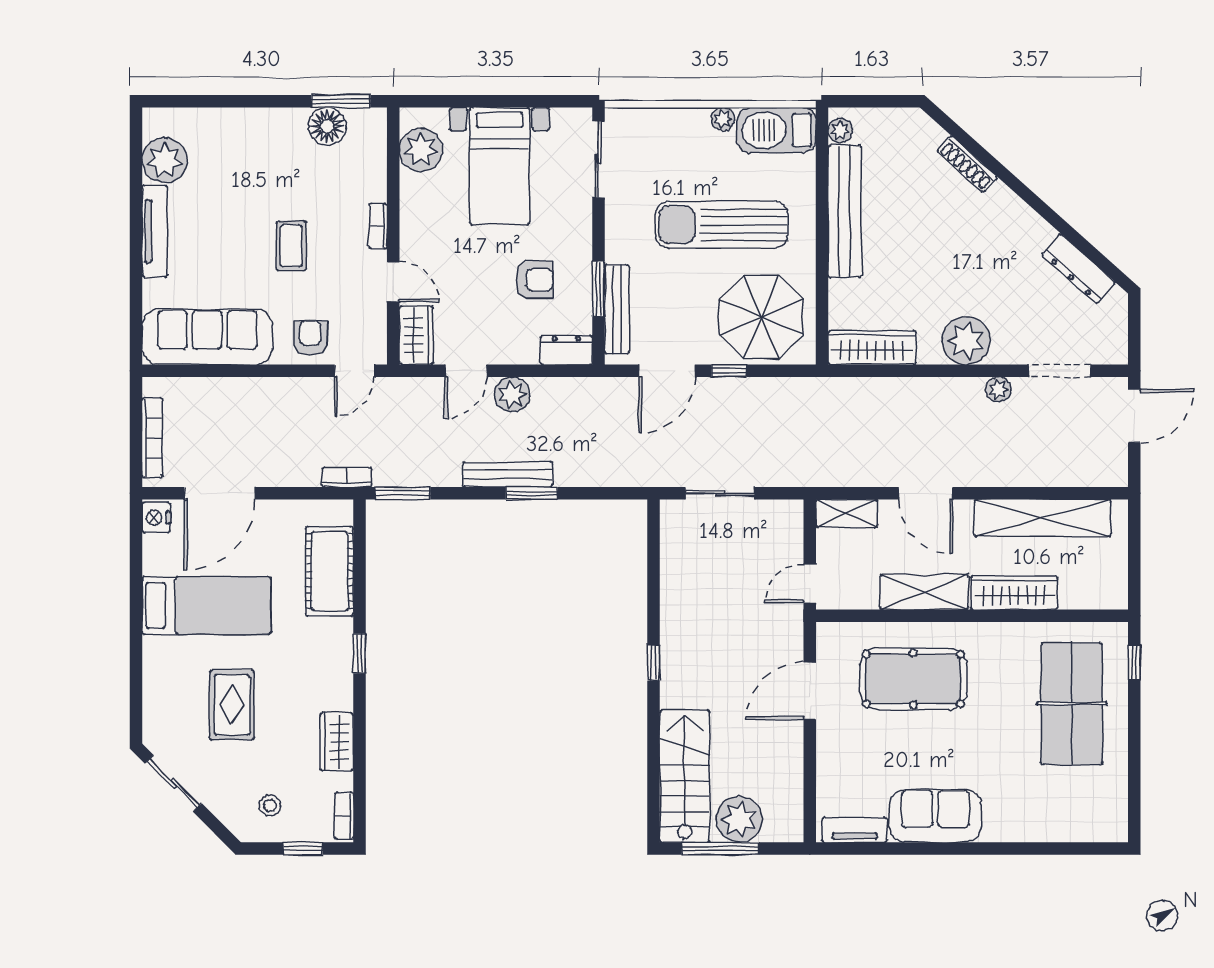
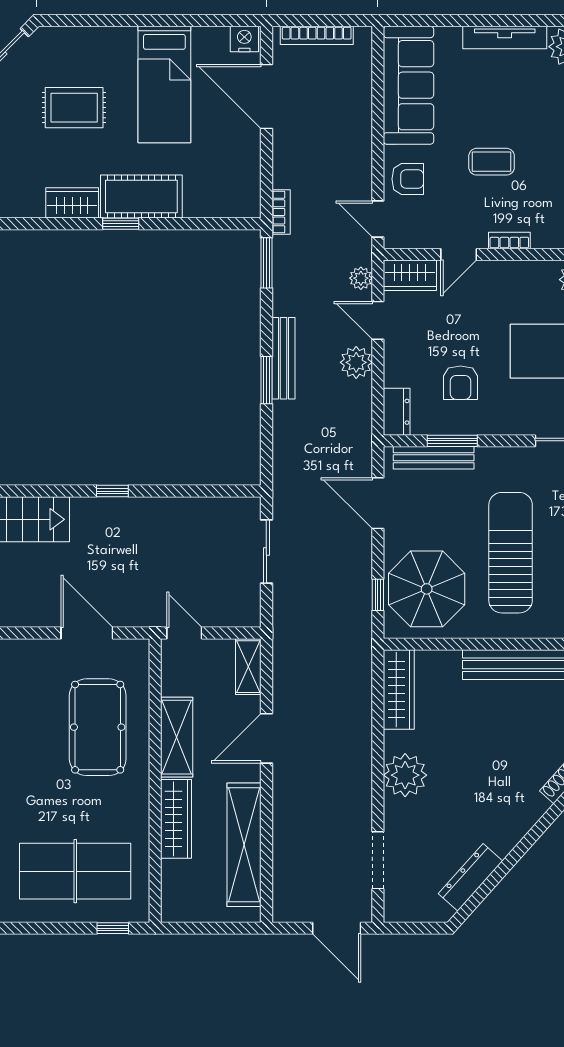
window: (729, 371) -> (378, 595), moved
plant: (998, 389) -> (361, 278), moved
cot: (330, 571) -> (141, 197), moved
wardrobe: (337, 742) -> (72, 203), moved

